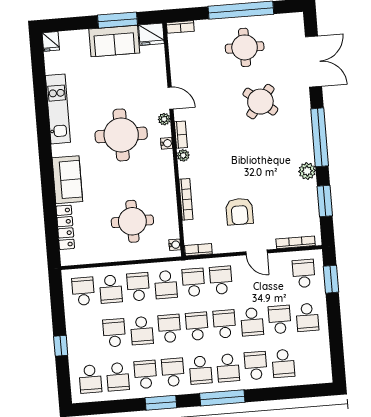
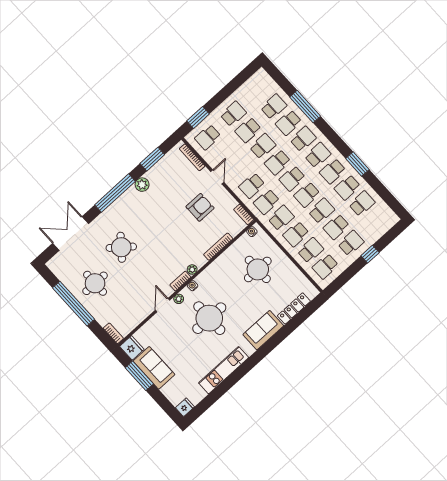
school desk: (90, 379) -> (351, 243), moved
window: (222, 398) -> (305, 107), moved

